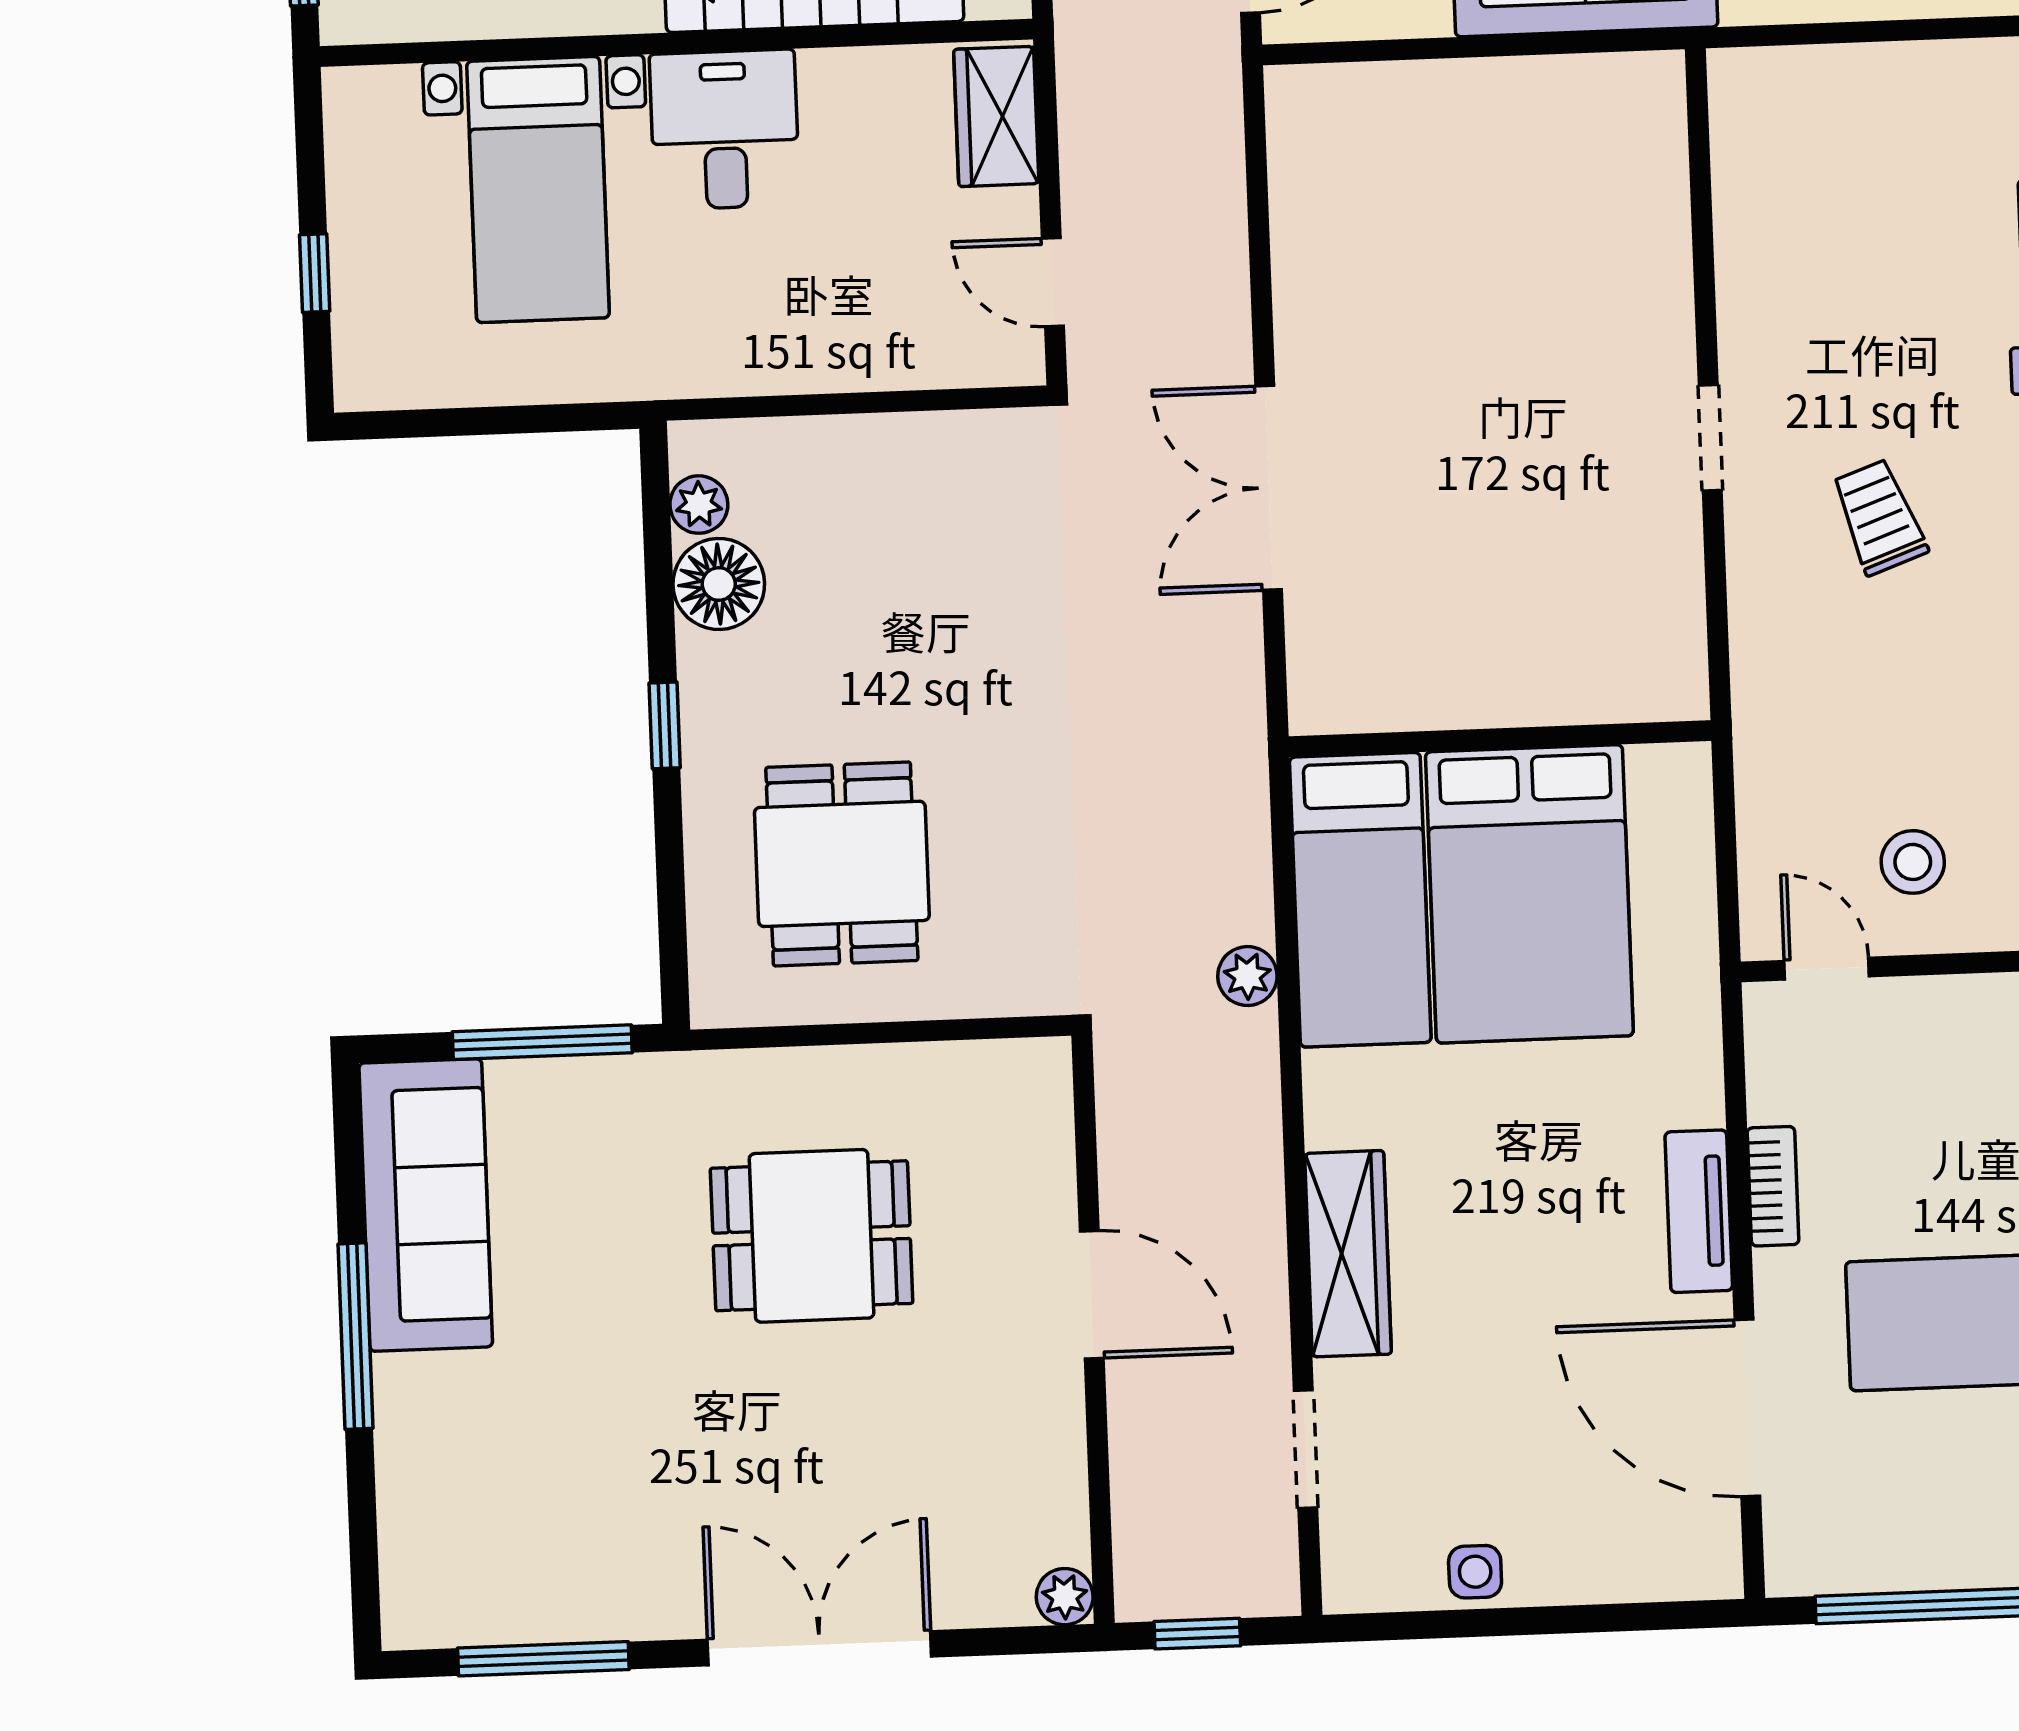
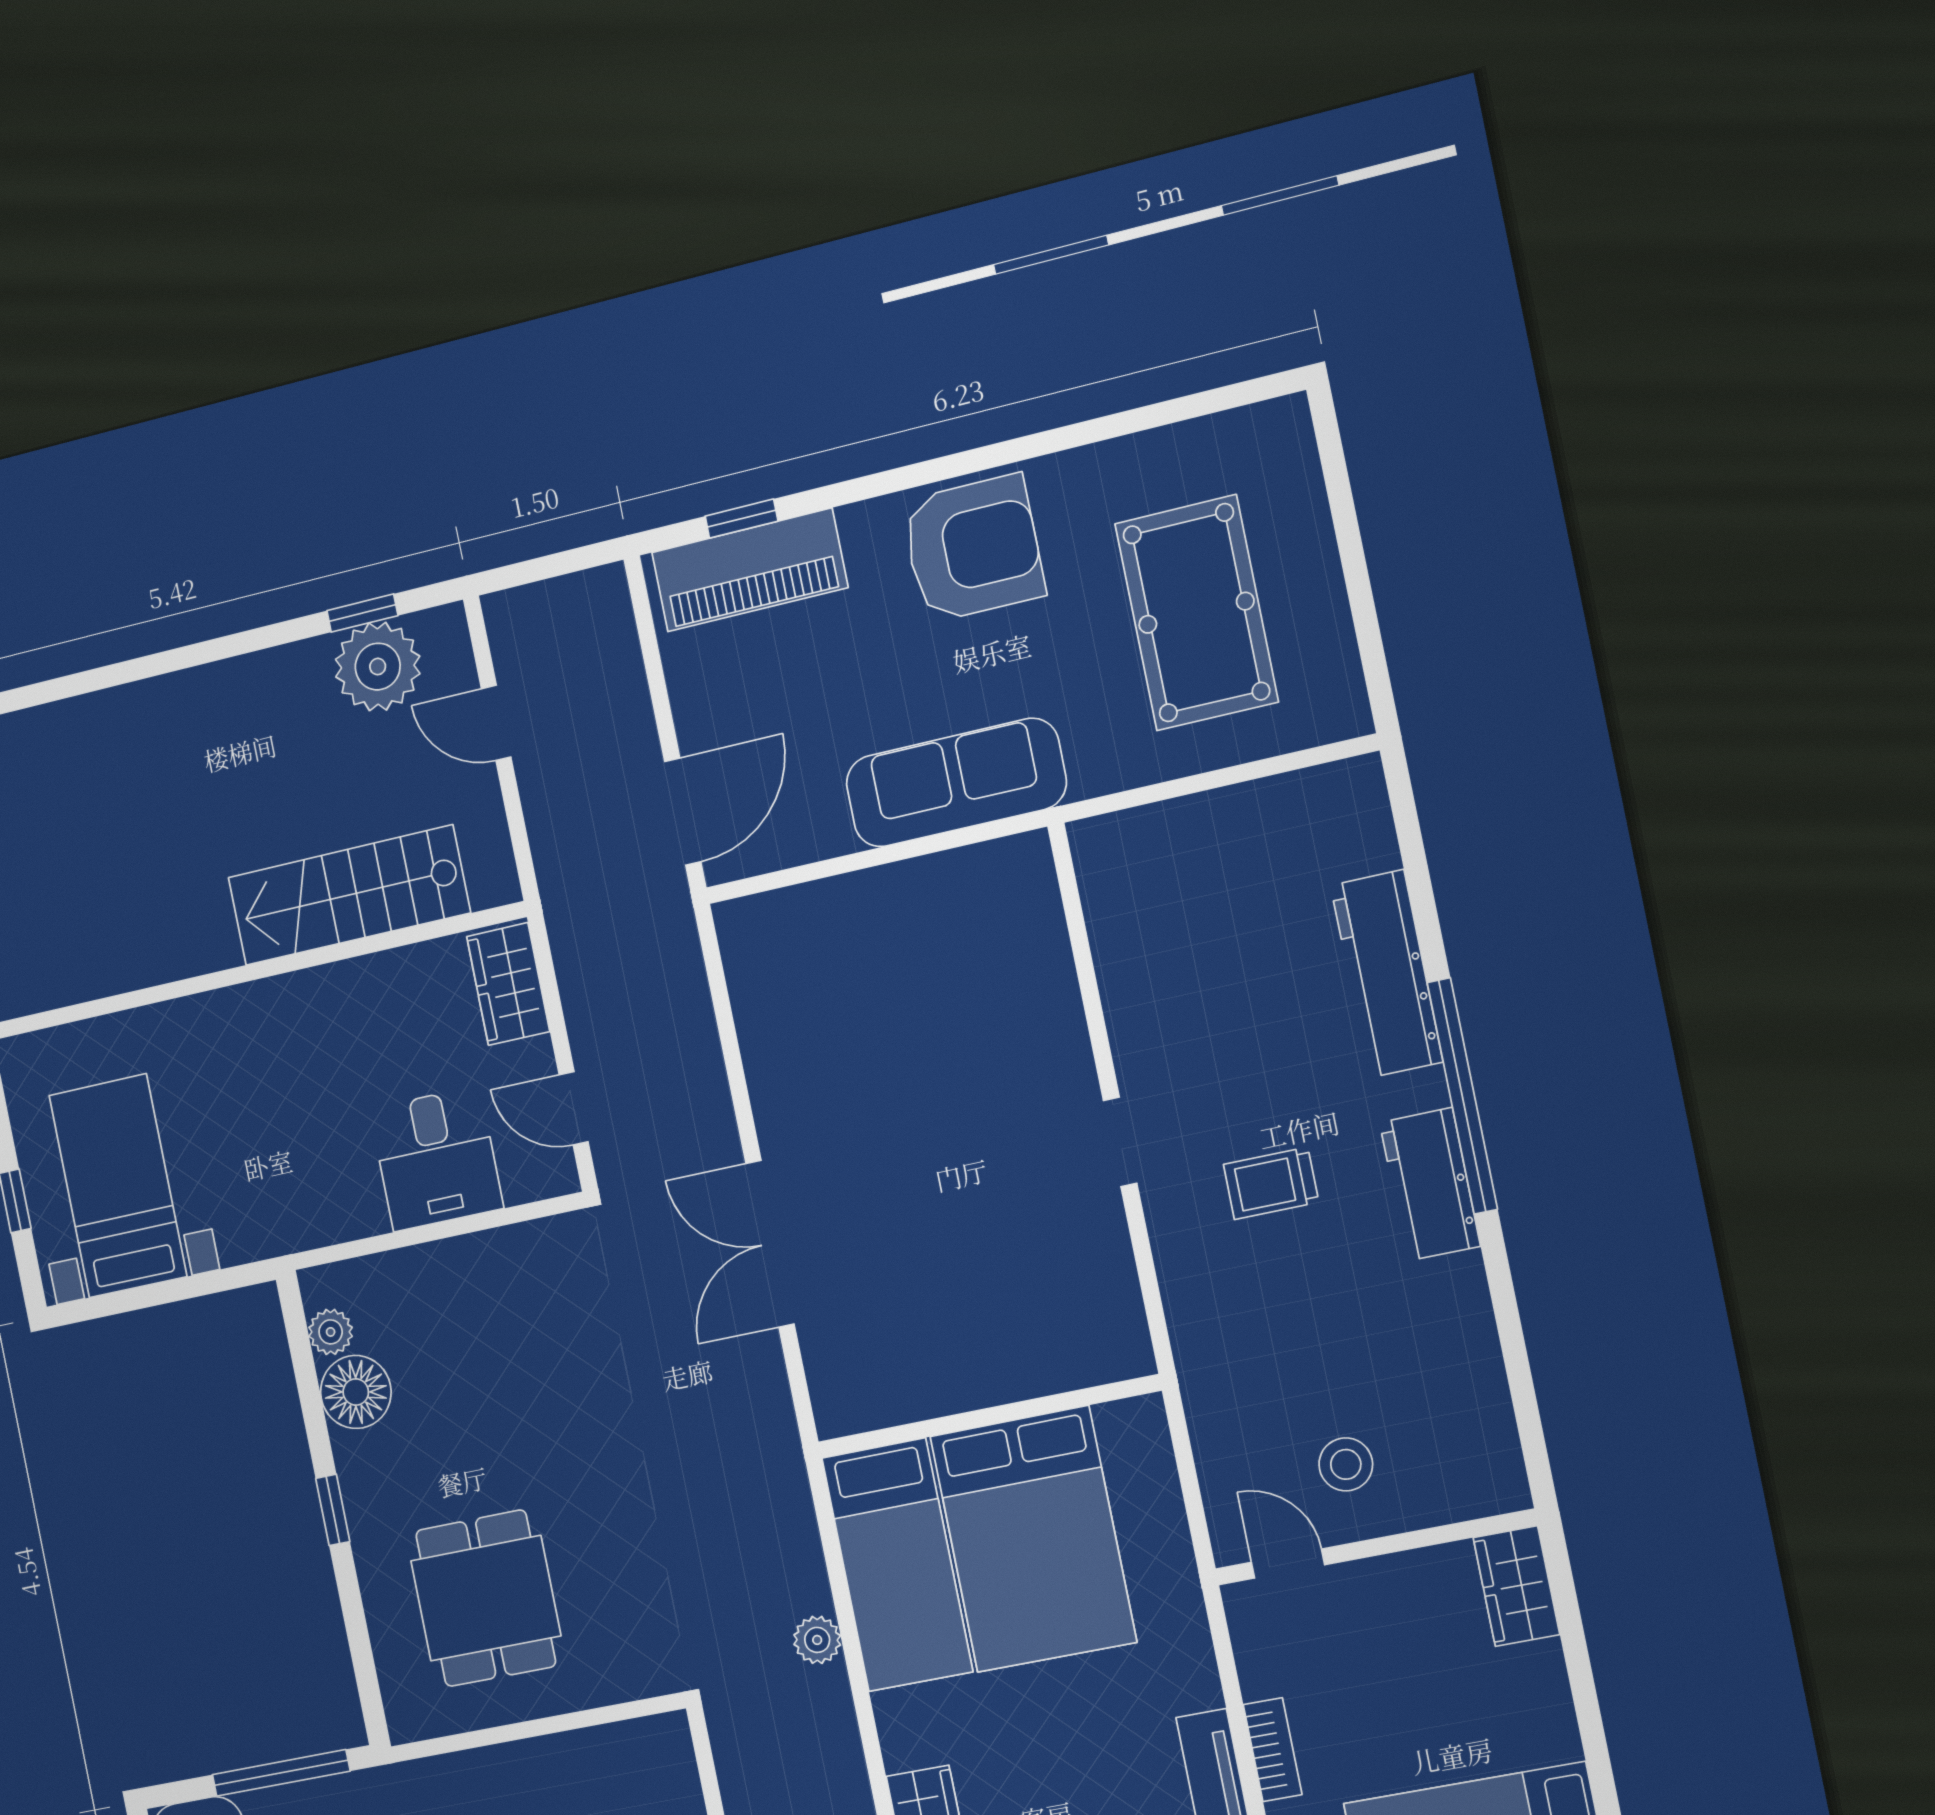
desk: (725, 130) -> (436, 1159), moved, turned 180
bed with nightstands: (538, 189) -> (118, 1186), moved, turned 180
trolley: (1879, 517) -> (1271, 1183), turned -70

